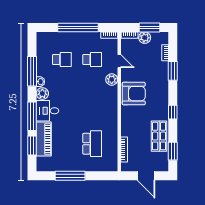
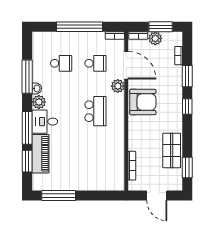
door: (119, 61) -> (126, 65), width x1.87
window: (173, 112) -> (187, 106), moved
school desk: (92, 144) -> (95, 111), moved
window: (70, 176) -> (59, 196), moved

